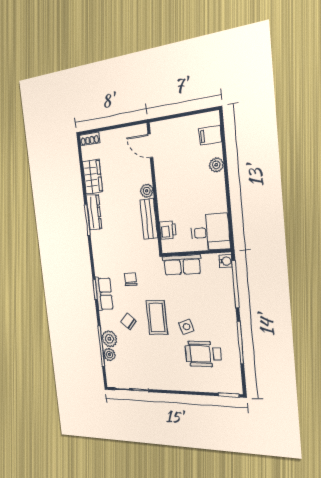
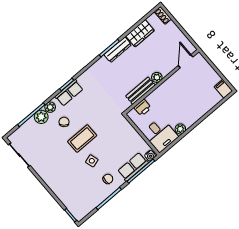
filing cabinet: (210, 135) -> (223, 89), moved
plant: (216, 165) -> (180, 129), moved
row of seats: (182, 265) -> (133, 167), moved, turned 90
chair: (131, 279) -> (108, 179), moved
wheelchair: (203, 354) -> (83, 183), removed
plant: (109, 355) -> (50, 107), moved

